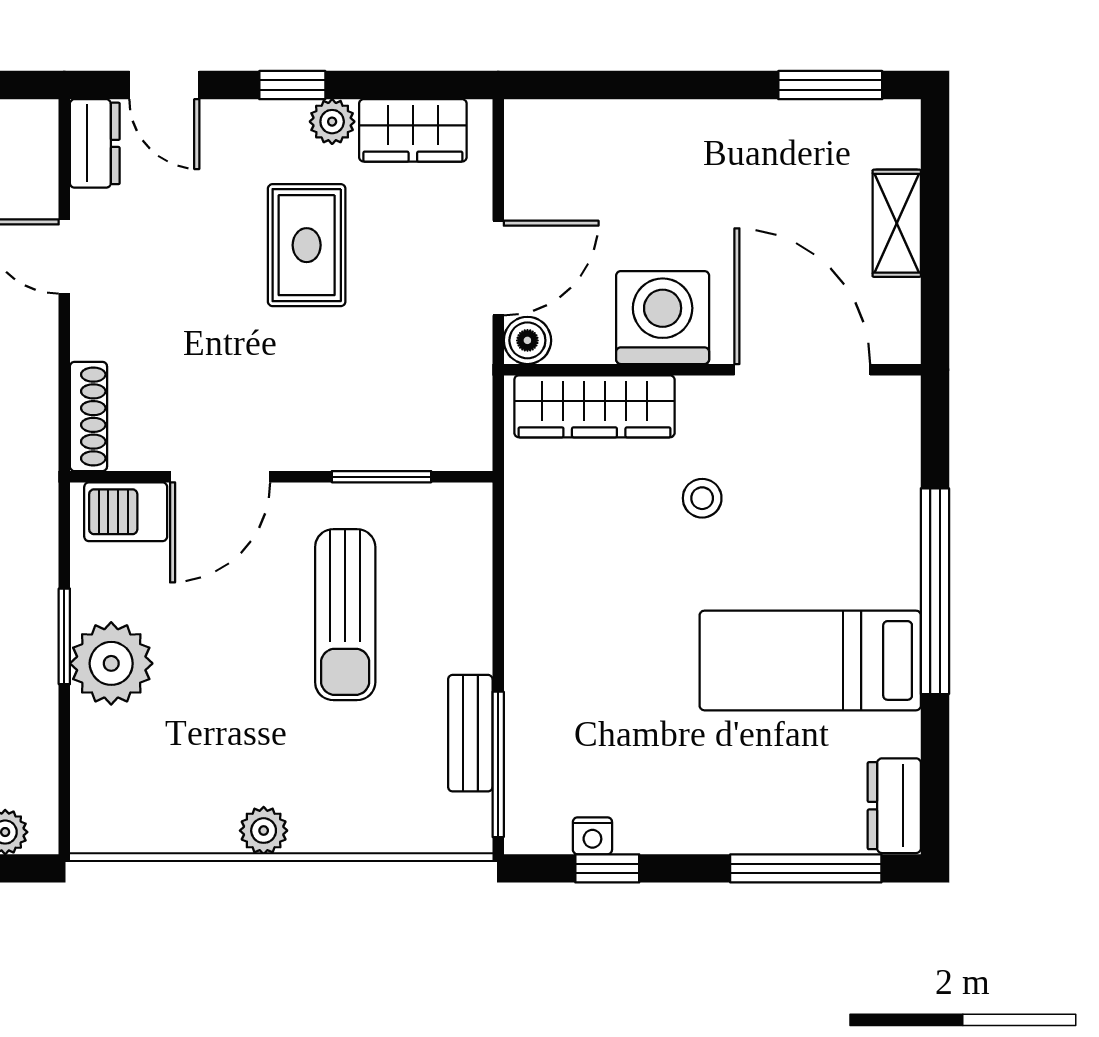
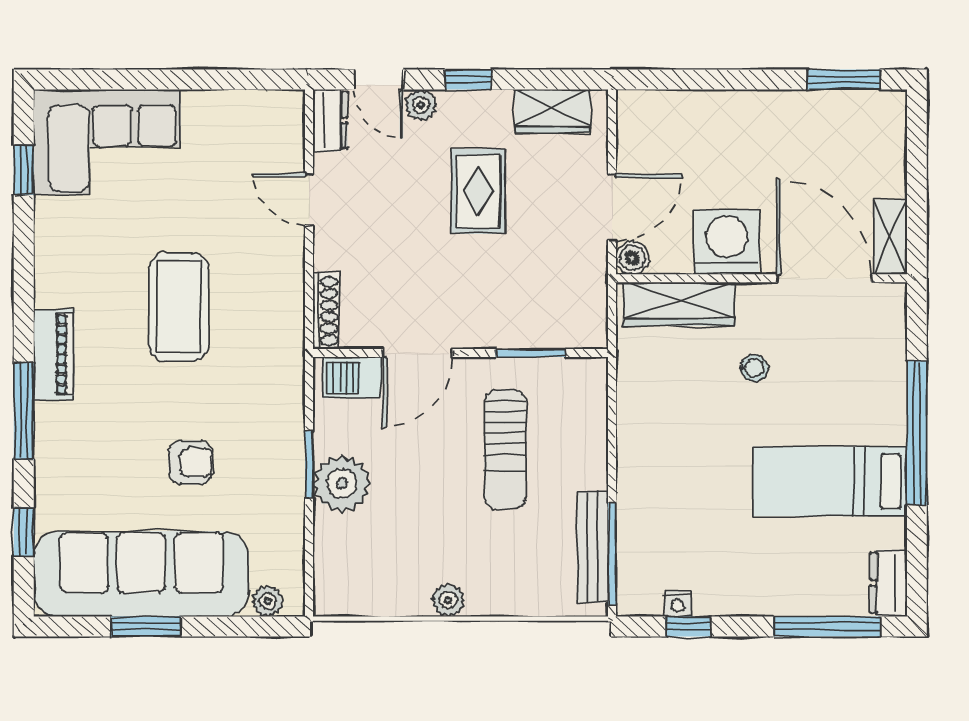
plant: (332, 122) -> (421, 105), moved
shelving: (897, 223) -> (890, 237), moved
bench: (470, 733) -> (592, 547), width x1.36

